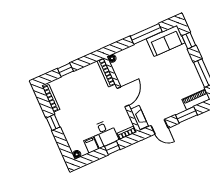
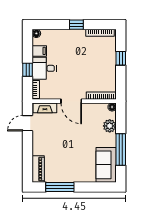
window: (189, 41) -> (97, 187), removed
plant: (130, 53) -> (110, 126), added
window: (186, 115) -> (28, 153), removed

